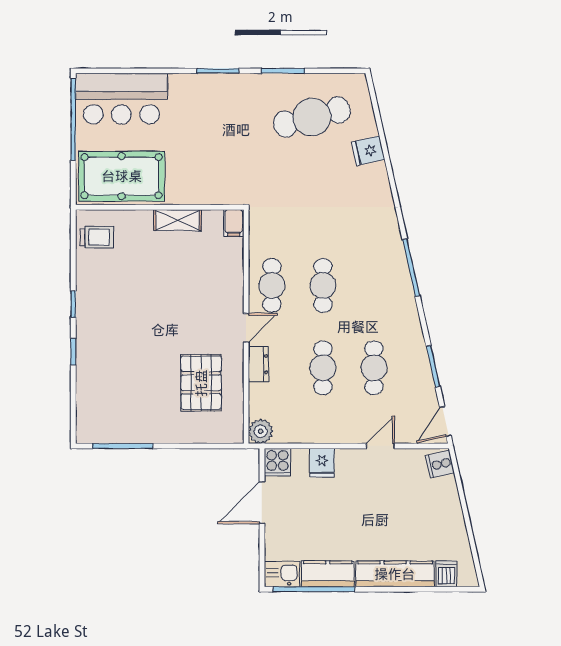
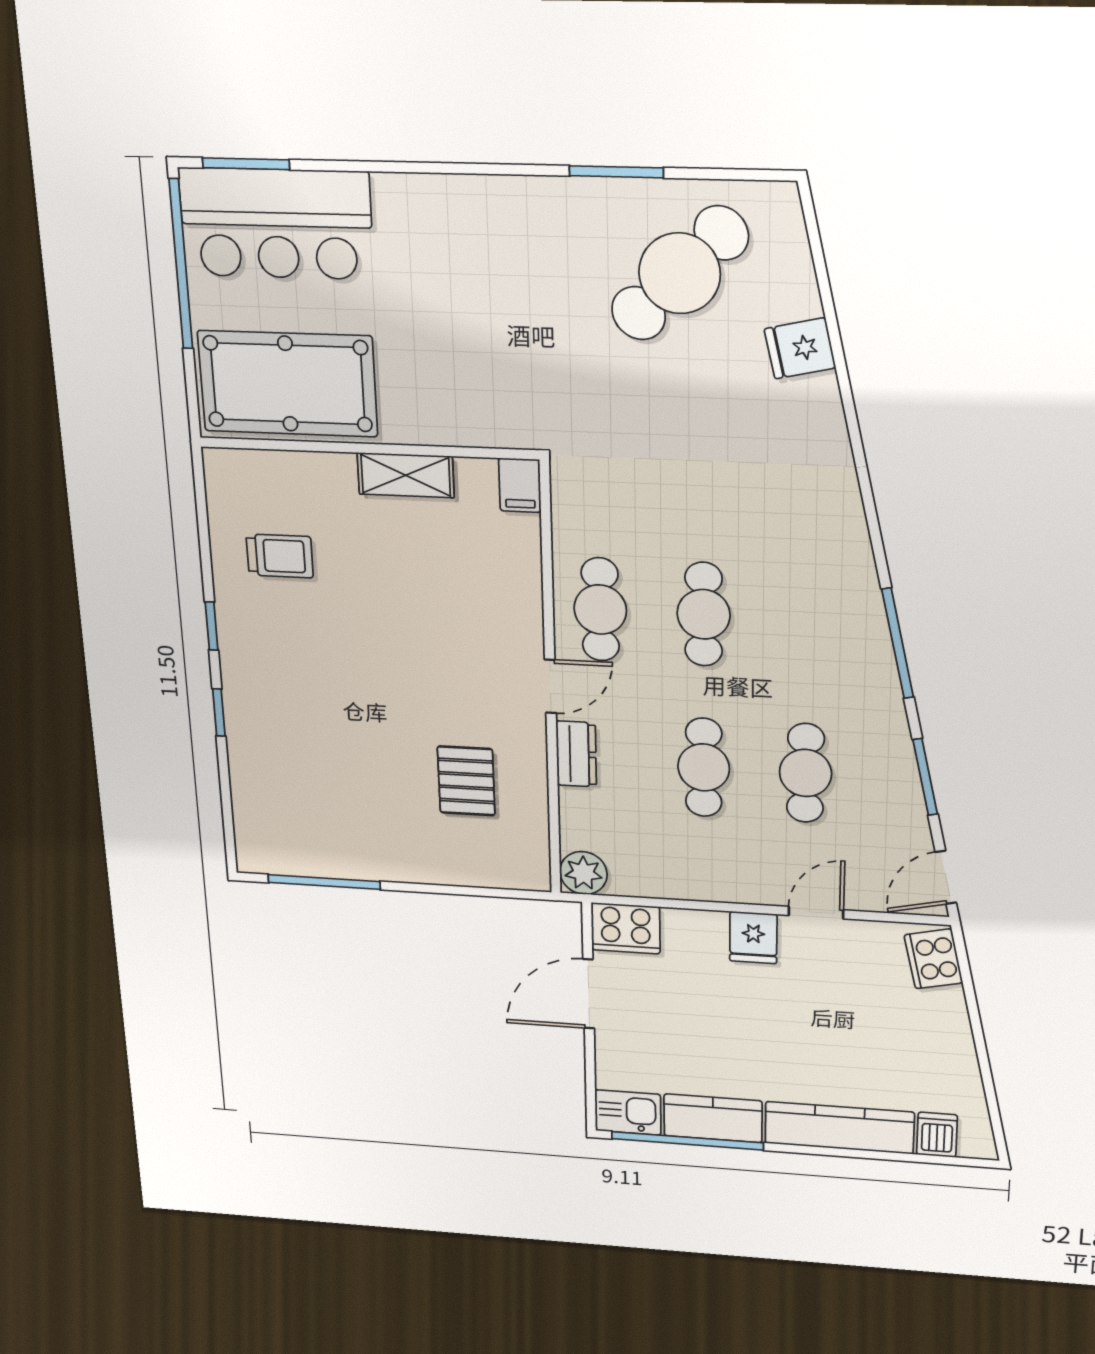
window: (218, 71) -> (246, 164), moved
cafe table: (312, 117) -> (680, 273), turned -30
trolley: (97, 237) -> (280, 556), moved
window: (411, 268) -> (898, 643), moved
pallet: (201, 383) -> (466, 781), width x0.67, depth x0.71
cooker: (277, 462) -> (626, 928), width x1.36
fridge: (322, 463) -> (753, 938), moved
cooker: (440, 464) -> (933, 959), width x1.36

